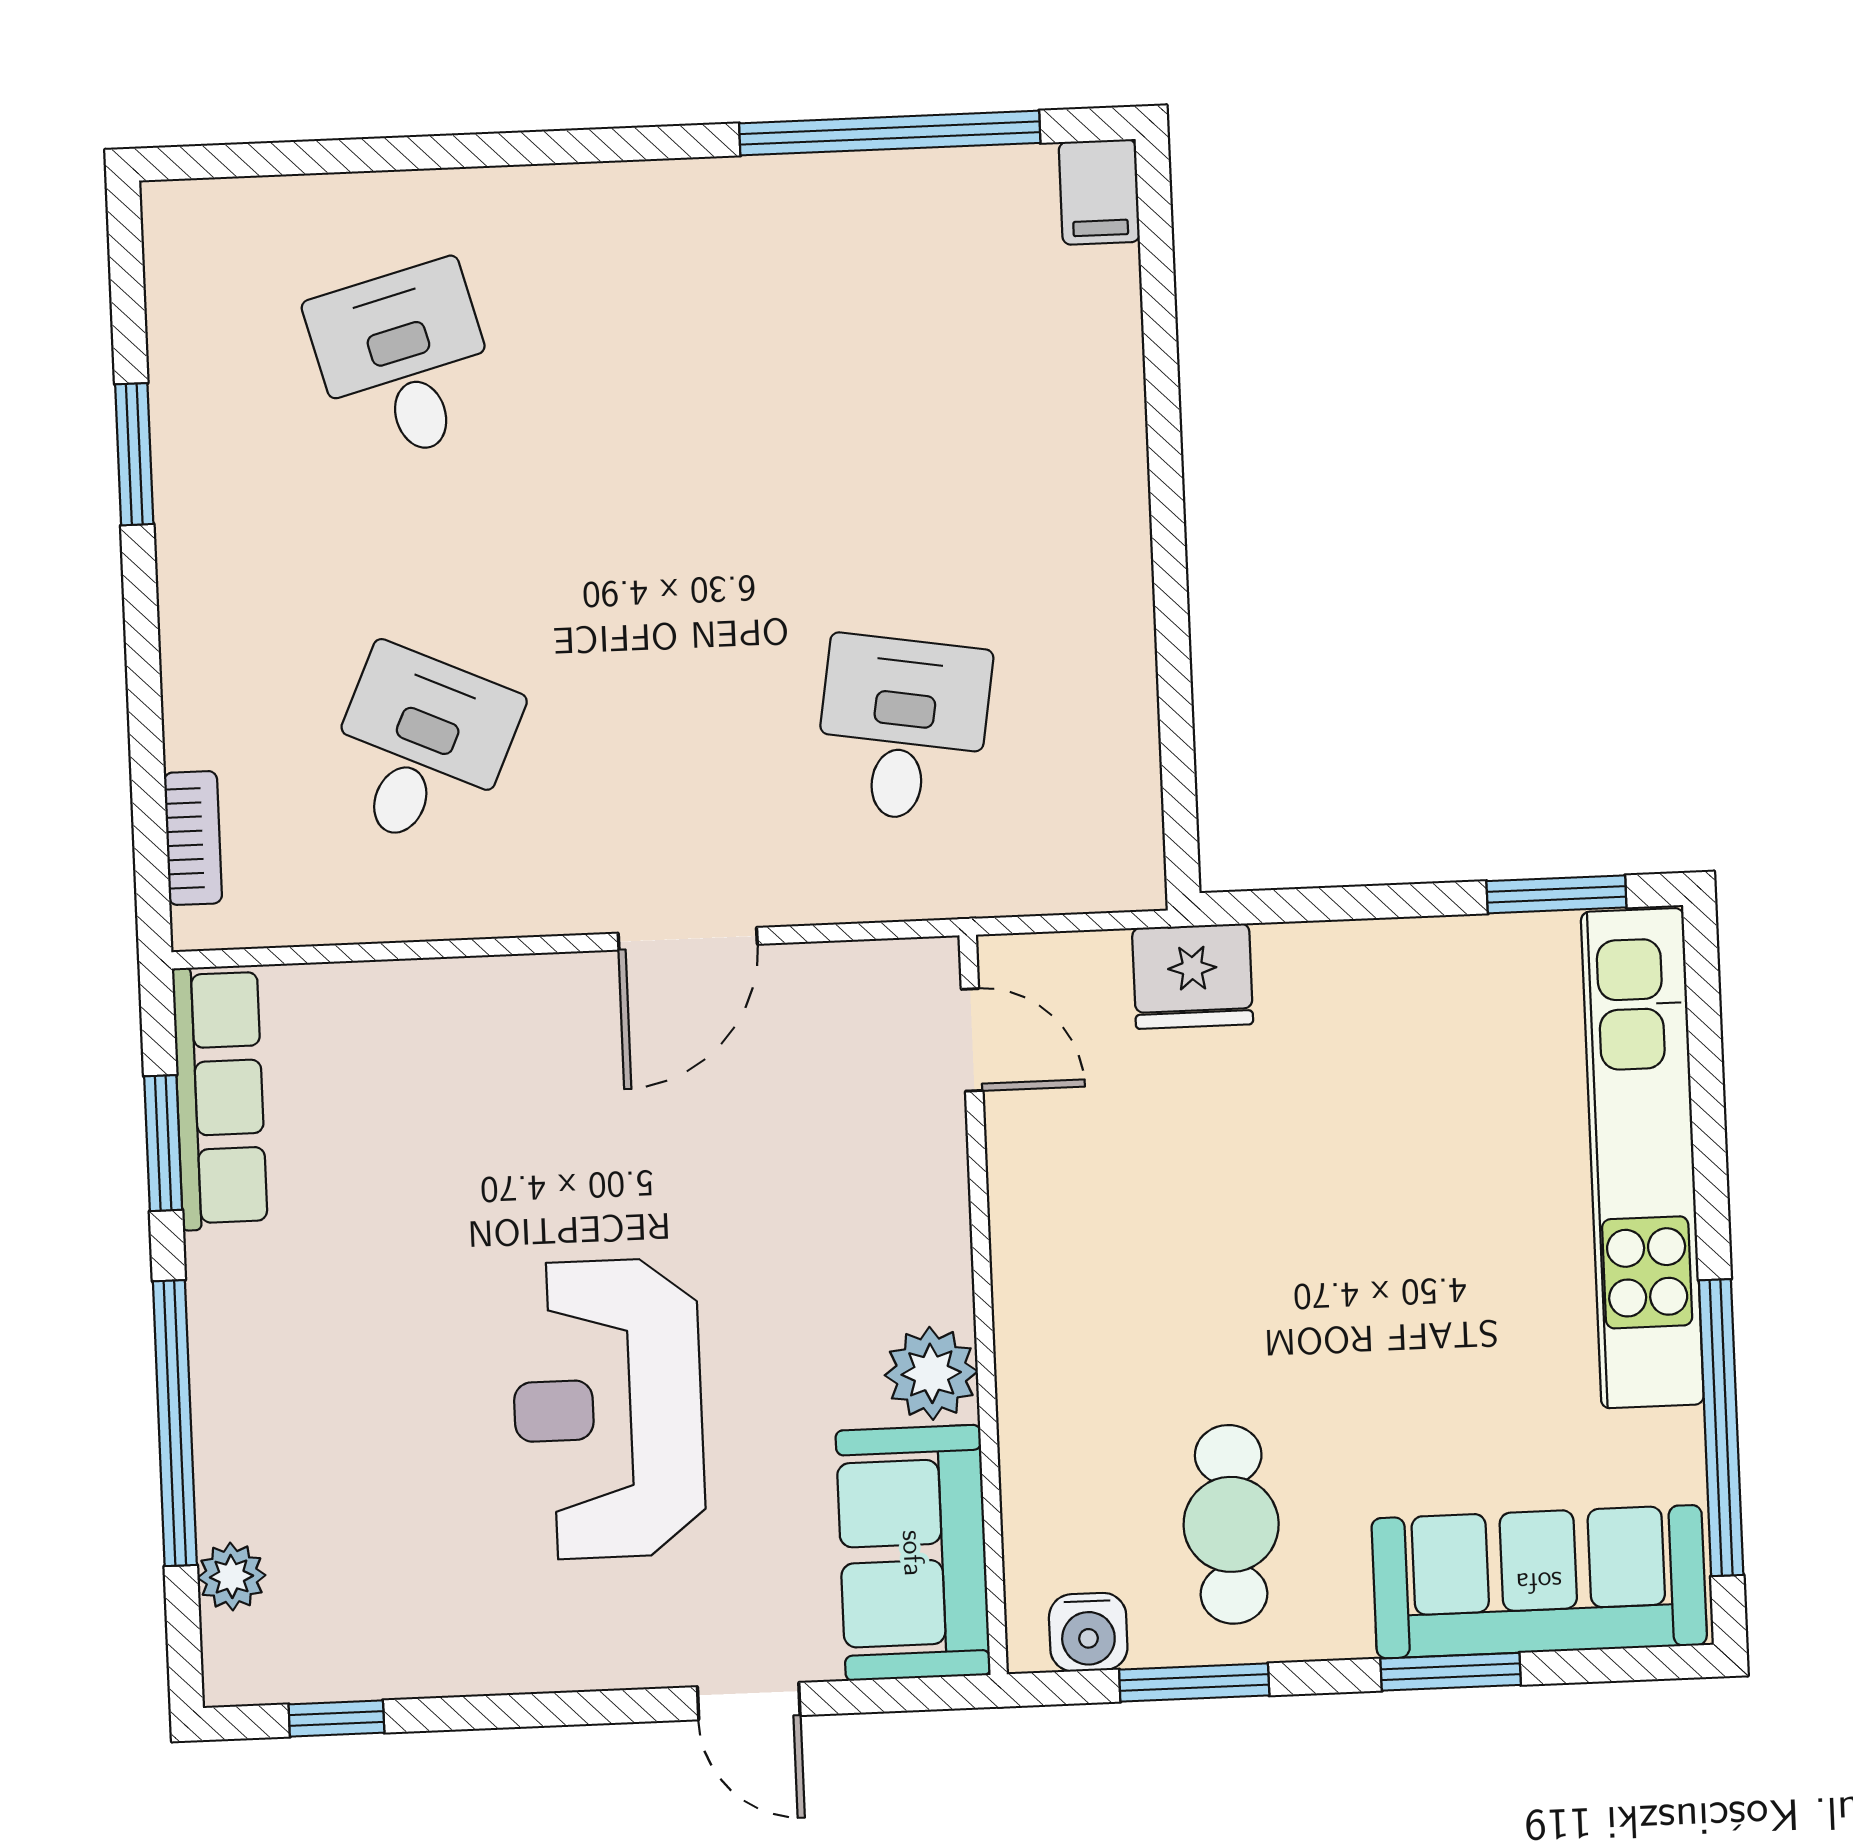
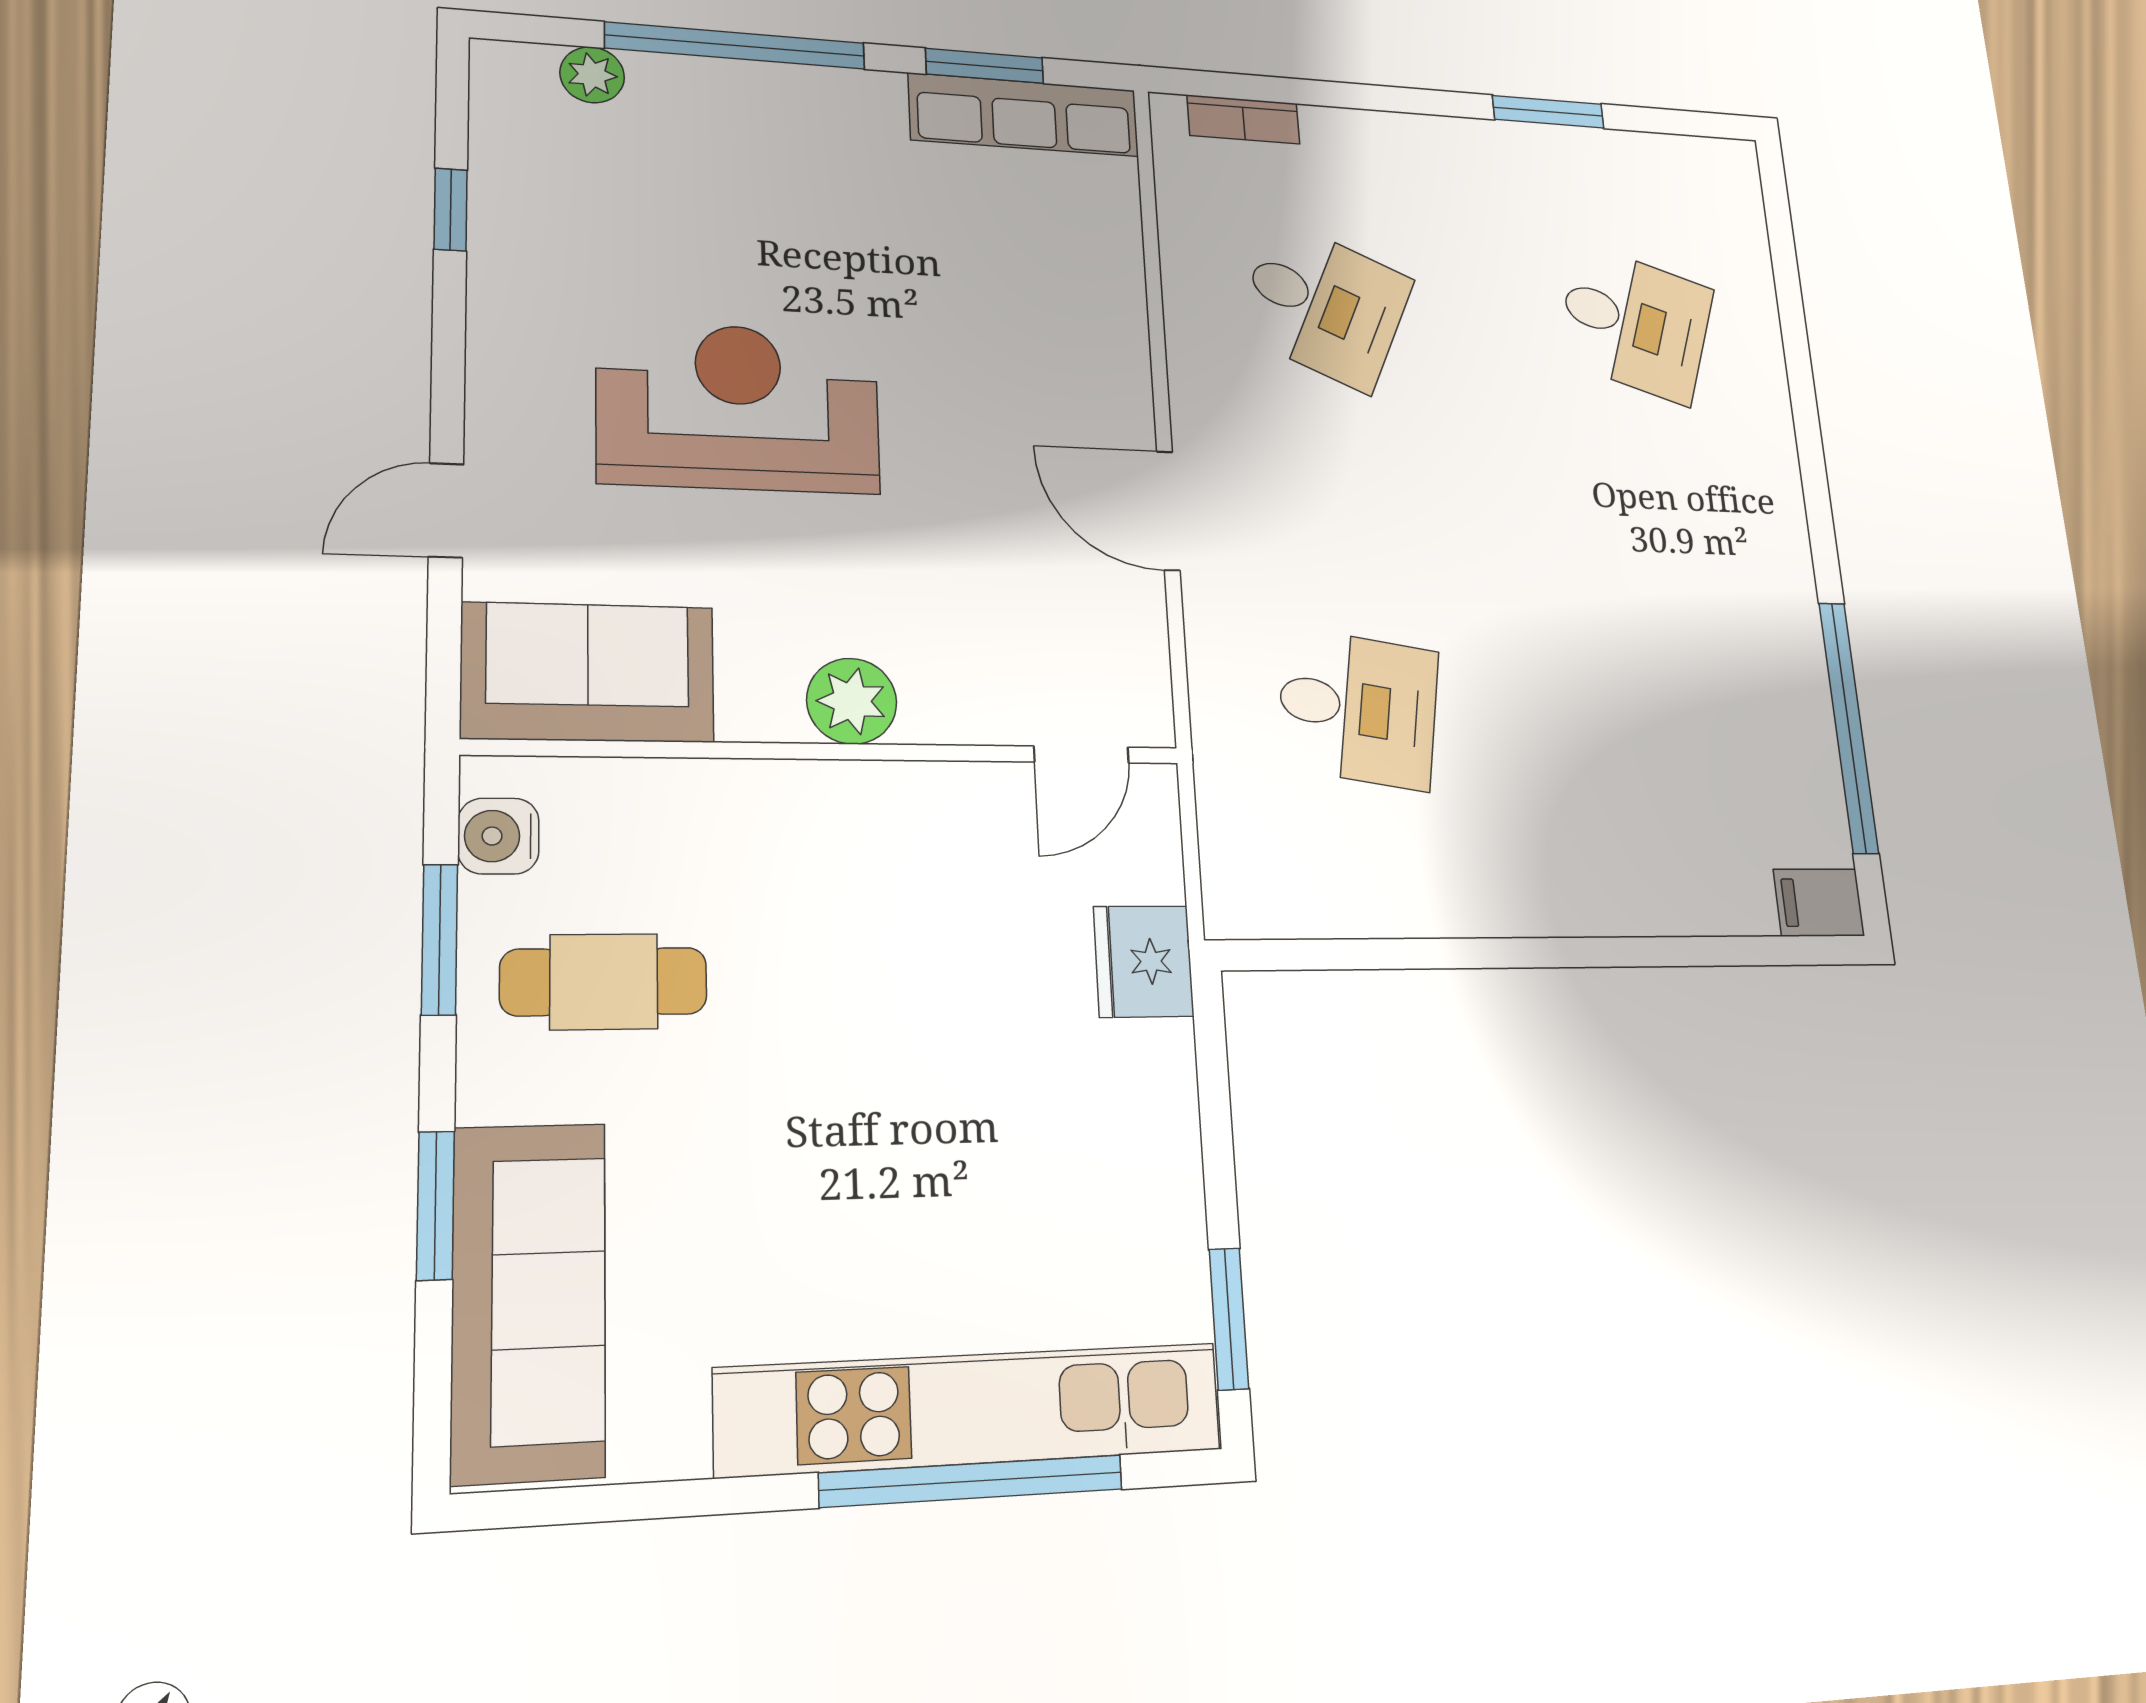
desk: (404, 362) -> (1635, 324), turned 33
plant: (931, 1373) -> (852, 701), moved
window: (1721, 1428) -> (972, 1481), moved
window: (336, 1718) -> (451, 210), moved

